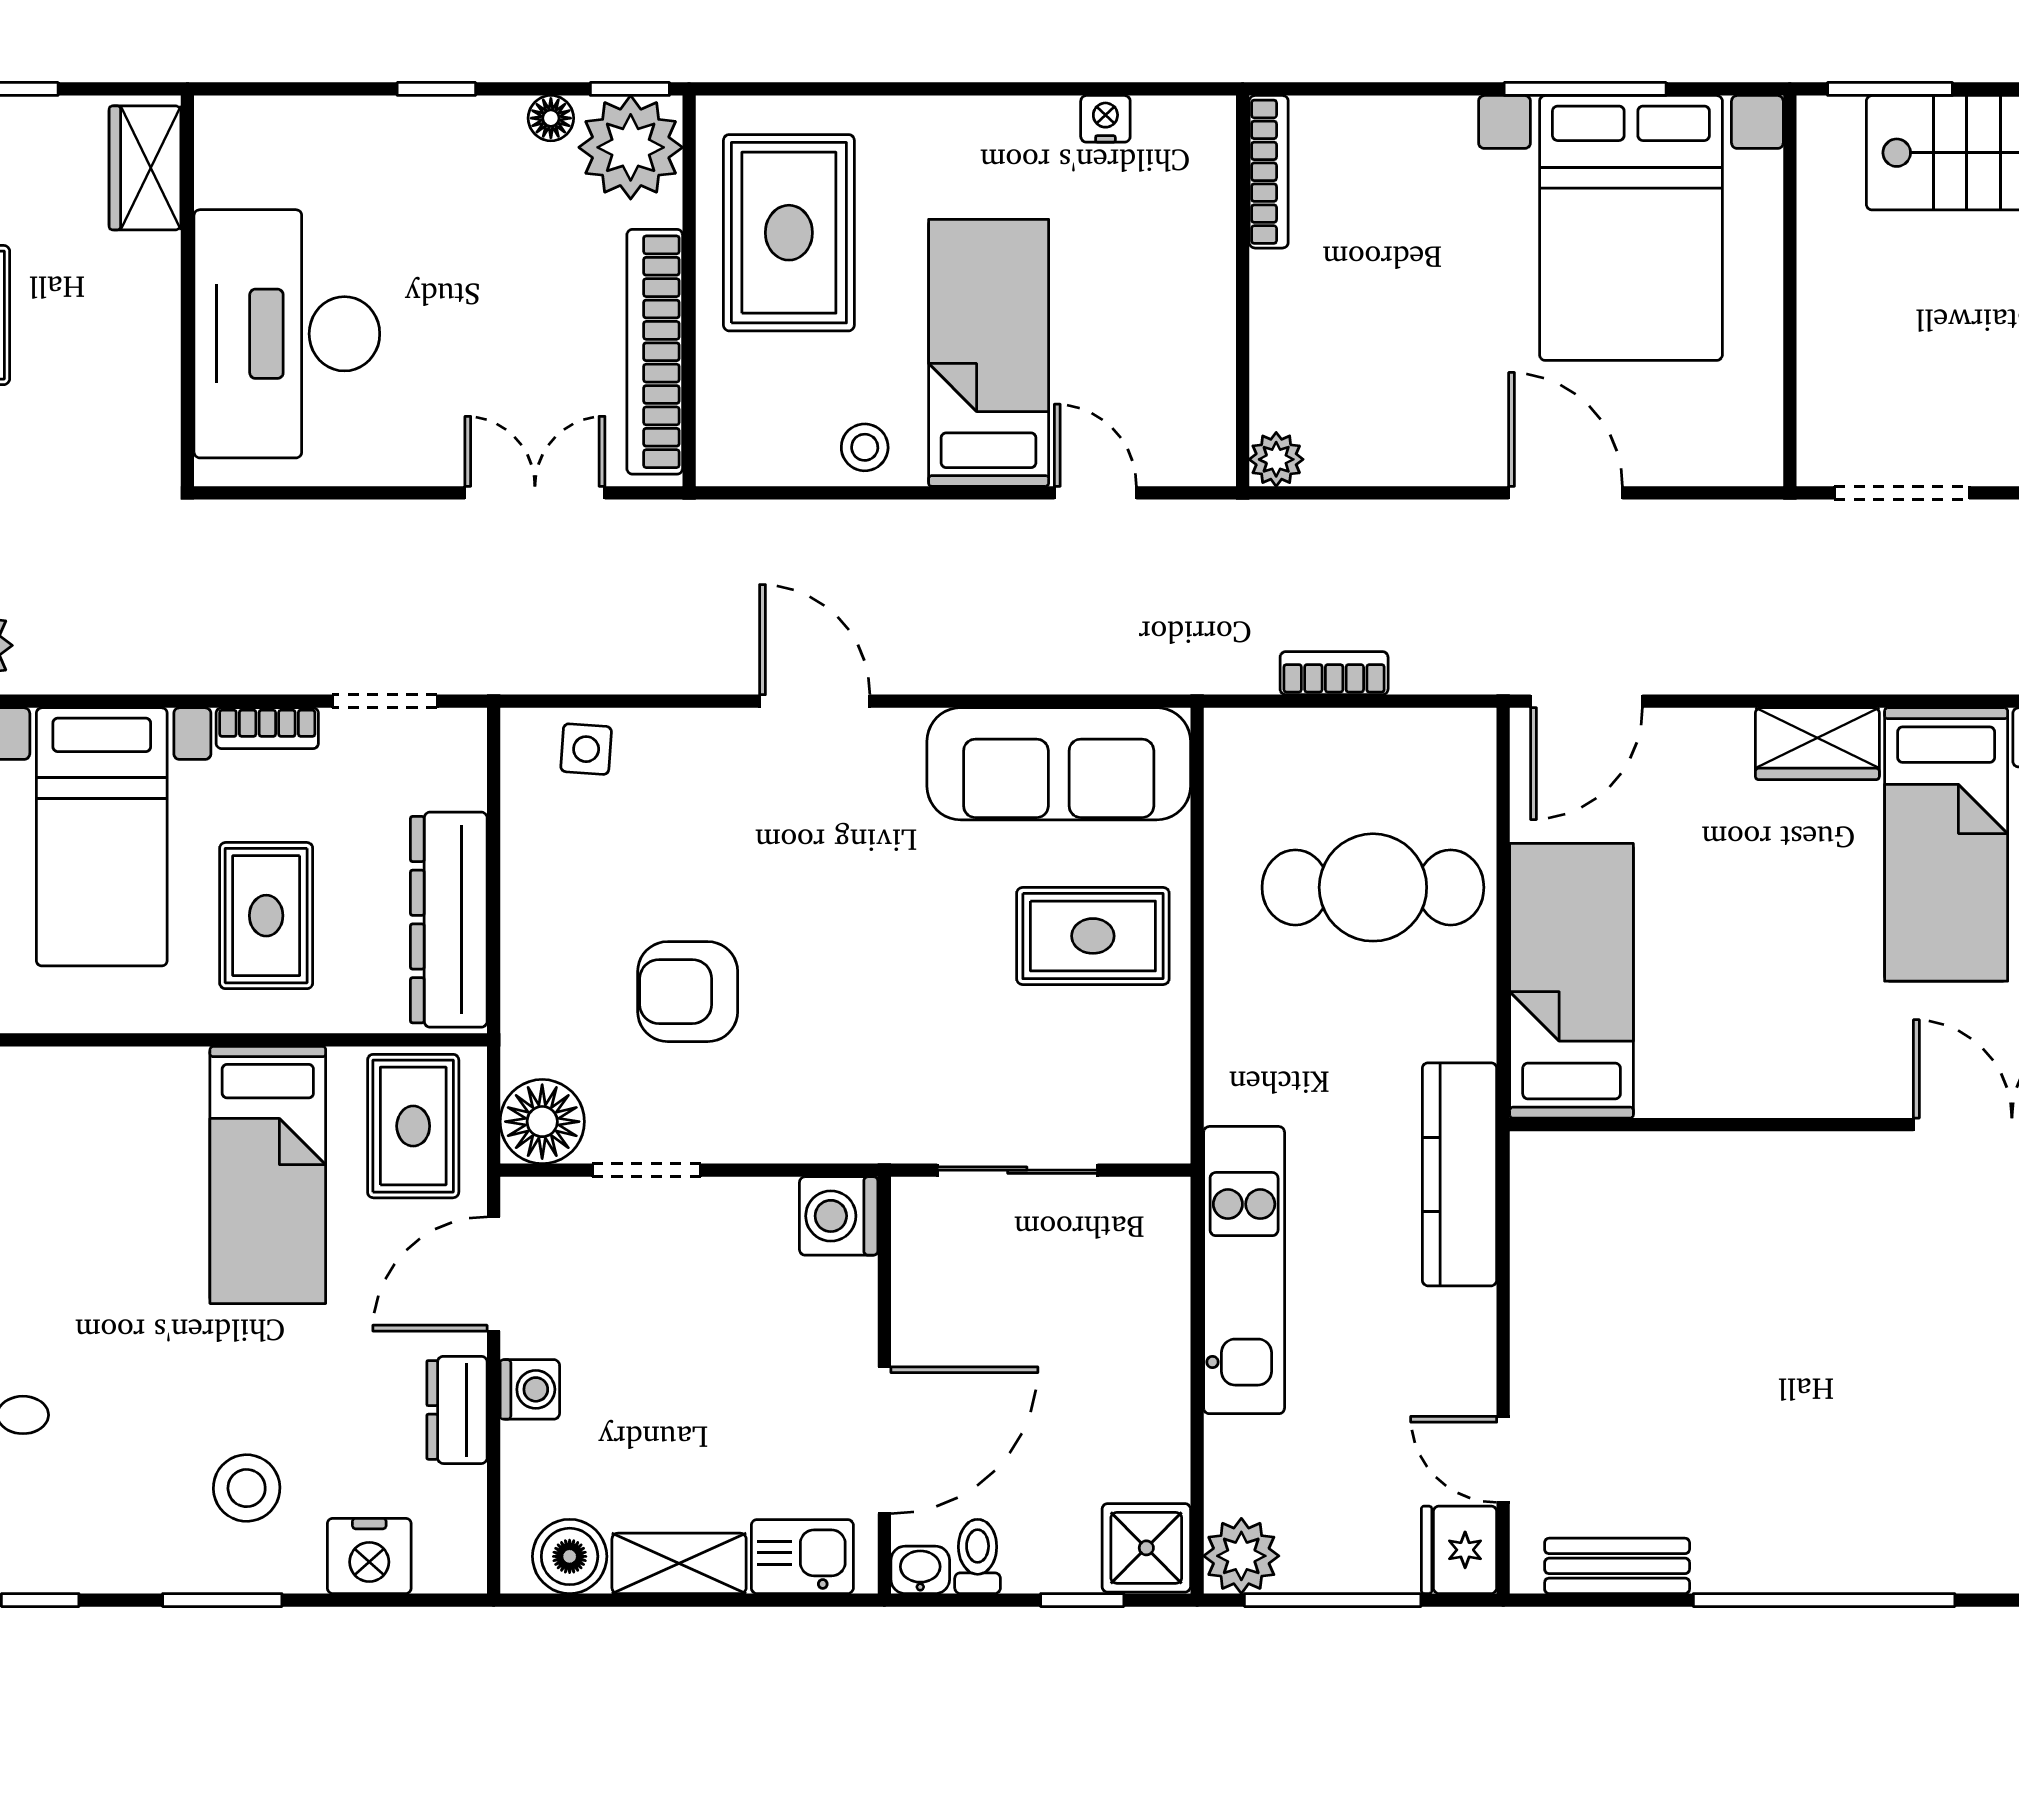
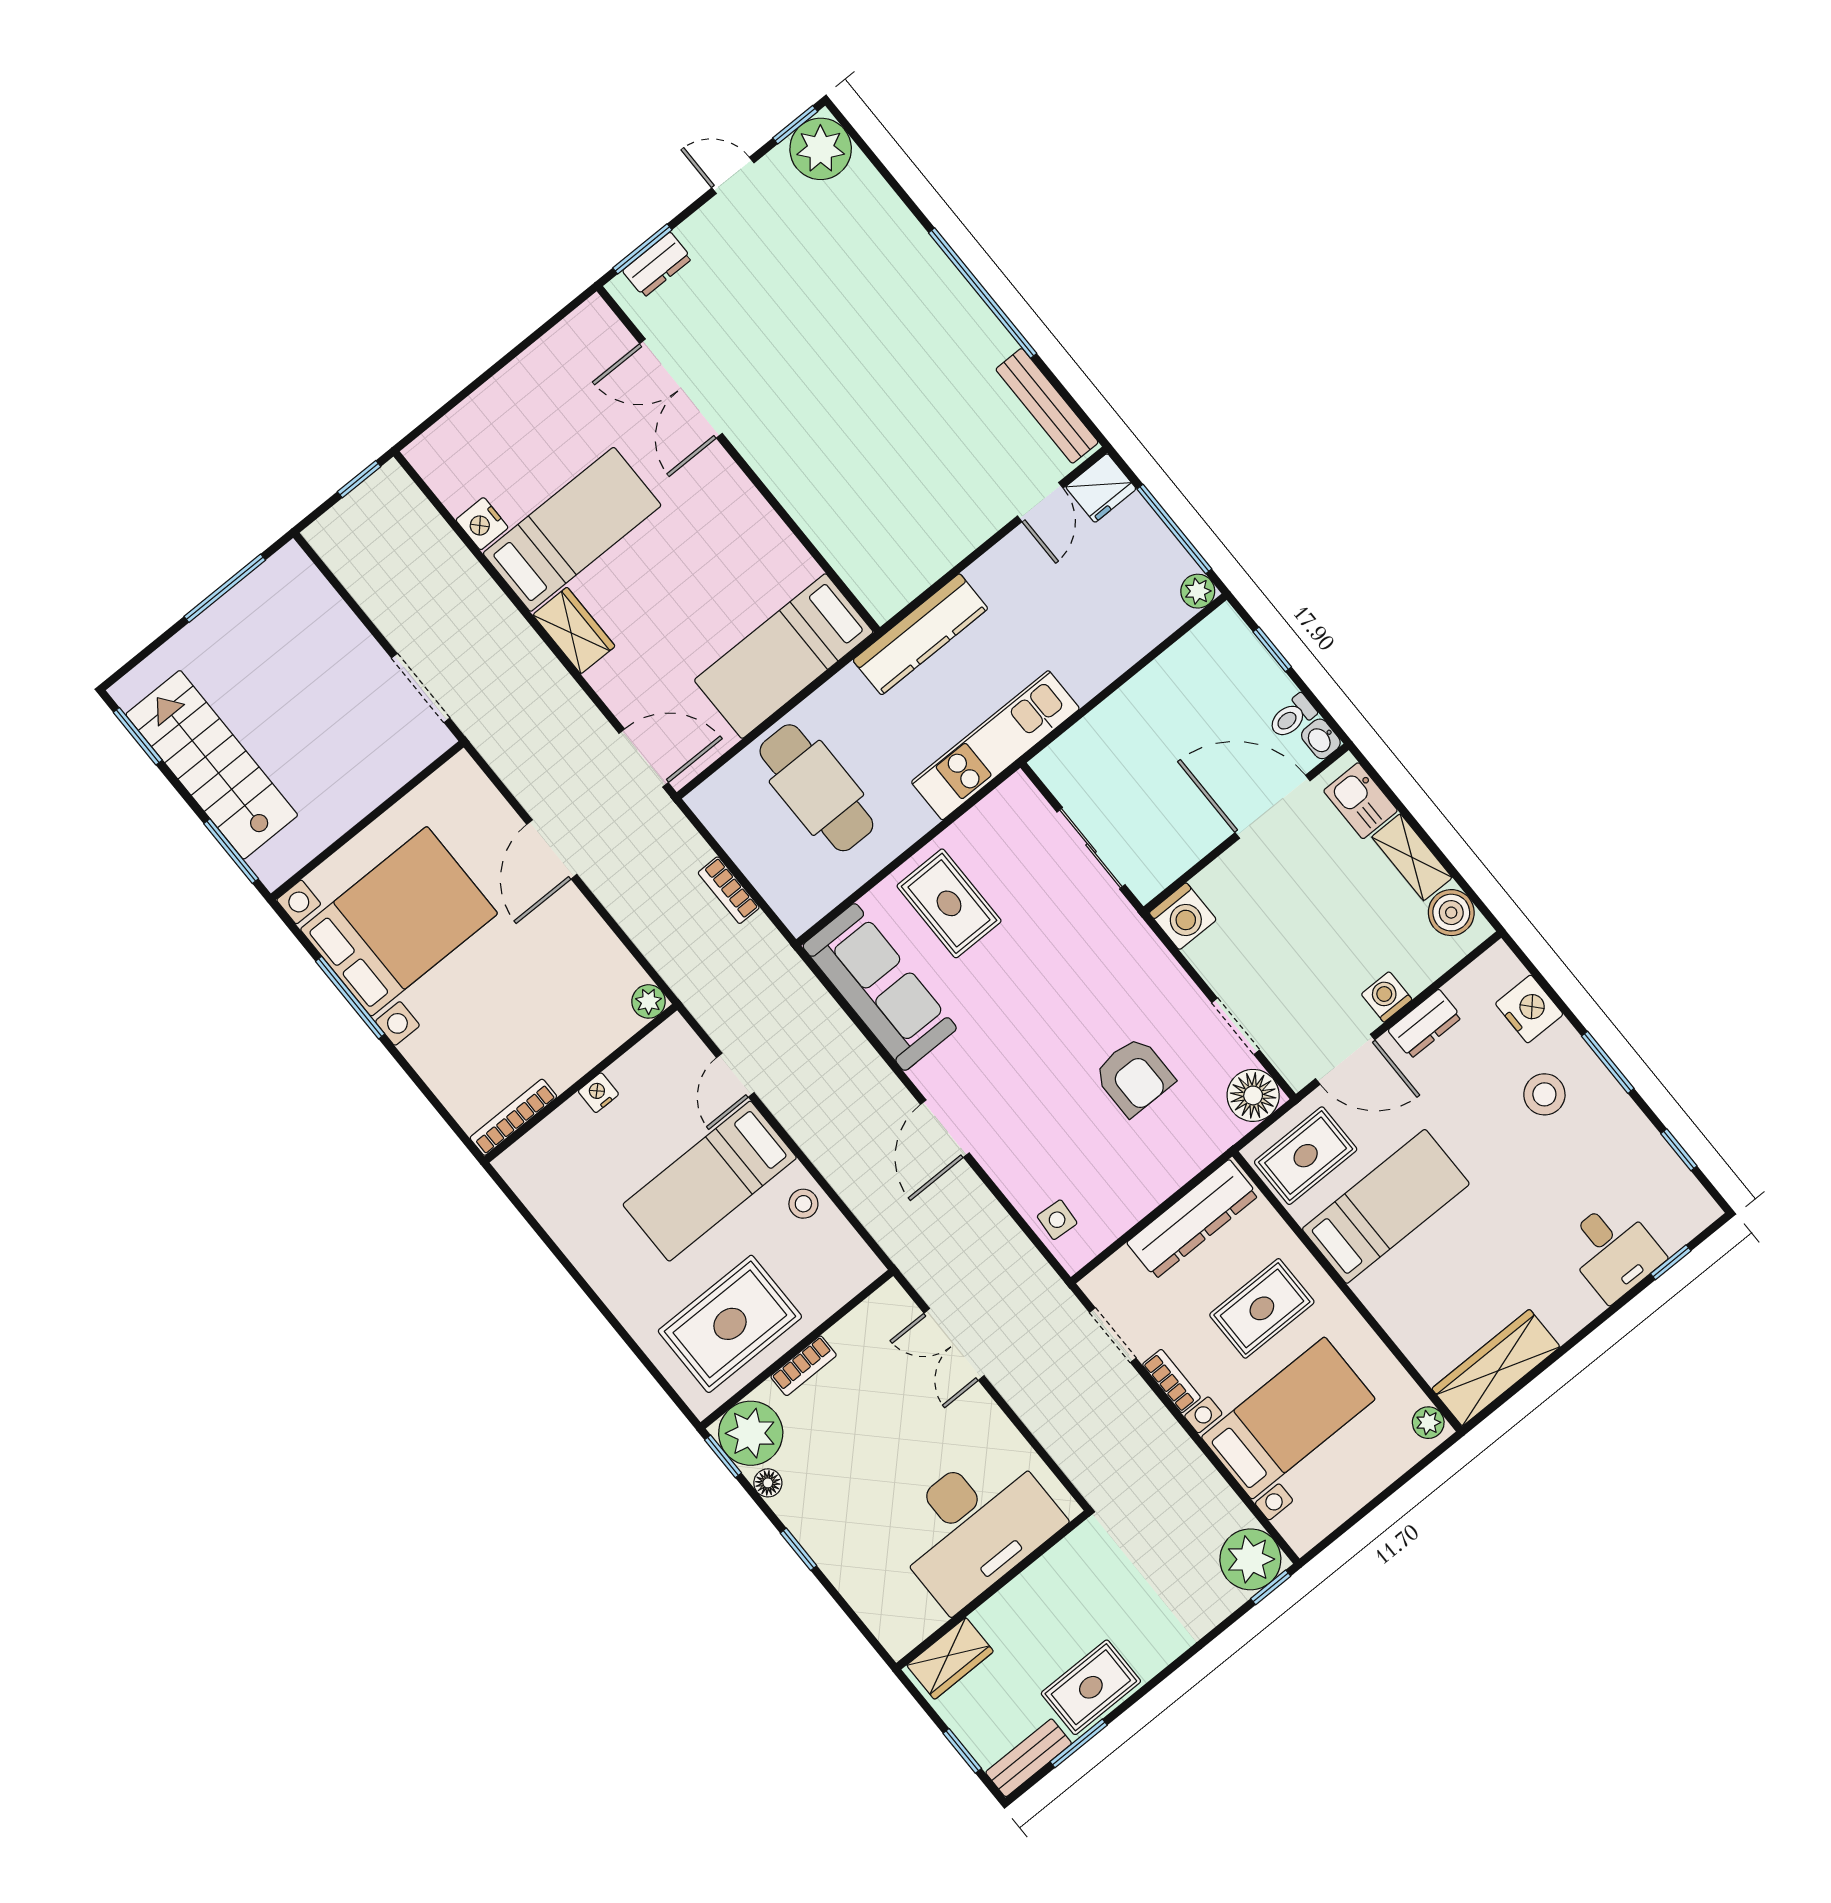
nightstand: (1105, 119) -> (598, 1093), moved, turned 90
bookcase: (655, 352) -> (804, 1366), width x0.43, depth x0.76
kitchen unit: (1244, 1270) -> (995, 745), moved
shower: (1146, 1548) -> (1222, 639), removed
plant: (1241, 1556) -> (1198, 591), width x0.73, depth x0.73
bench: (1617, 1566) -> (1047, 406), width x1.36

